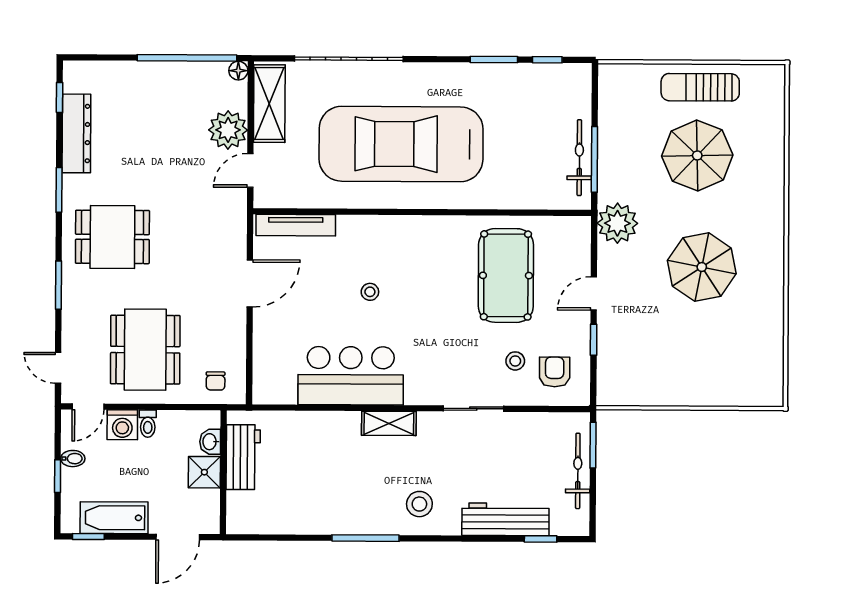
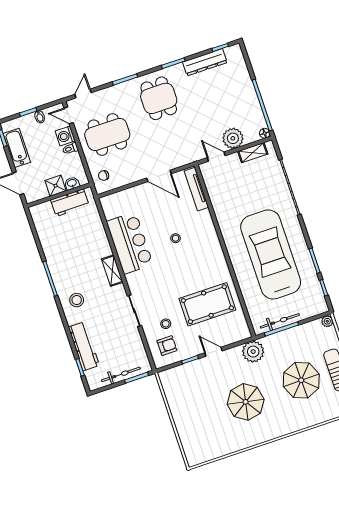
plant: (609, 74) -> (327, 321), added
shelving: (269, 104) -> (253, 153), width x0.67, depth x0.75
car: (401, 144) -> (271, 254), moved

